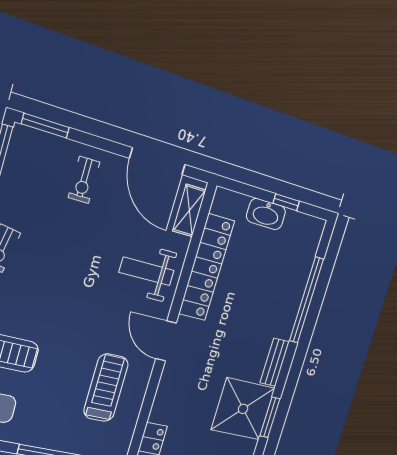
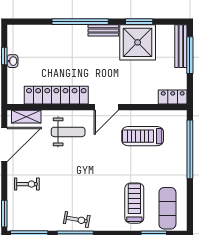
washbasin: (266, 214) -> (13, 61), width x0.52, depth x0.69
weight bench: (147, 271) -> (68, 132), turned -90
window: (306, 300) -> (80, 22), moved

